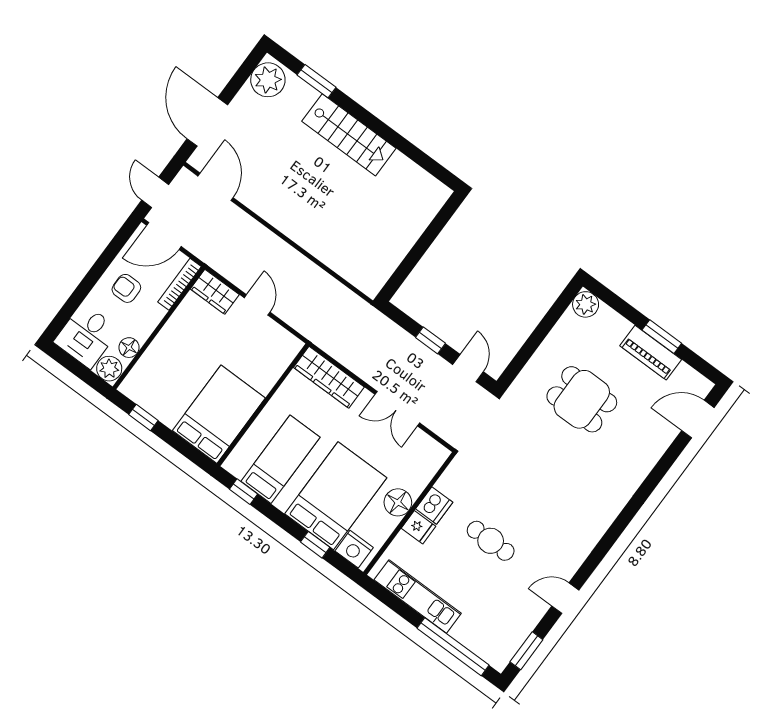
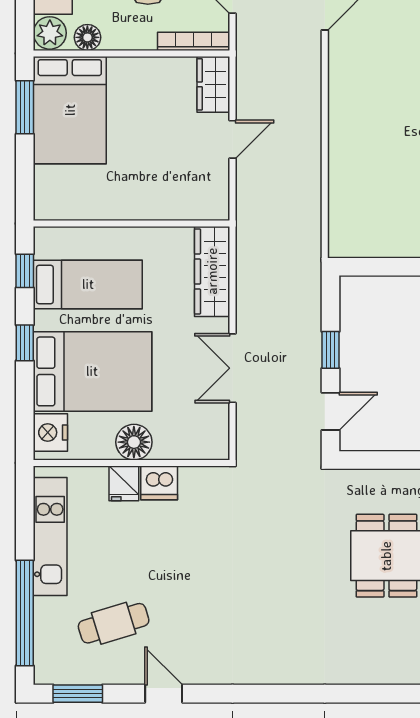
bed: (219, 414) -> (70, 110), moved, turned 90
window: (143, 418) -> (25, 107), width x1.50
cafe table: (491, 541) -> (114, 623), moved, turned 73
window: (315, 545) -> (25, 343), moved

